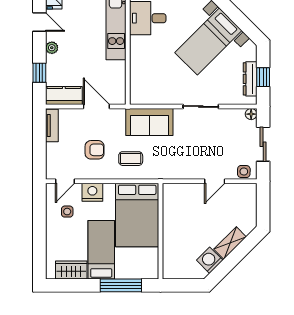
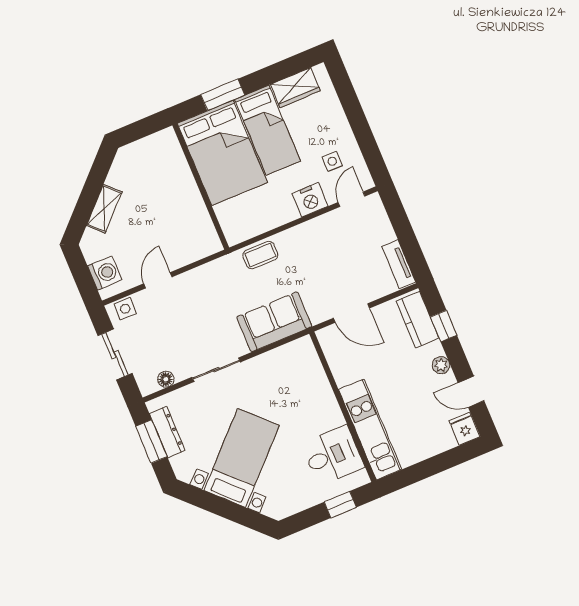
window: (263, 77) -> (151, 441), width x1.50
kitchen counter: (64, 96) -> (418, 320), moved, turned 90
floor lamp: (251, 114) -> (166, 379), moved
armchair: (95, 150) -> (330, 256), removed
coffee table: (131, 159) -> (260, 255), moved
bed: (137, 215) -> (222, 153), moved, turned 180
washing machine: (210, 260) -> (105, 273), moved, turned -45
window: (121, 285) -> (223, 95), width x0.69

